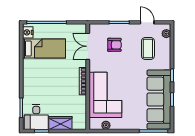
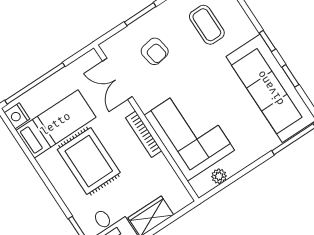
armchair: (114, 45) -> (155, 51), turned 80
rug: (48, 77) -> (89, 161), added

